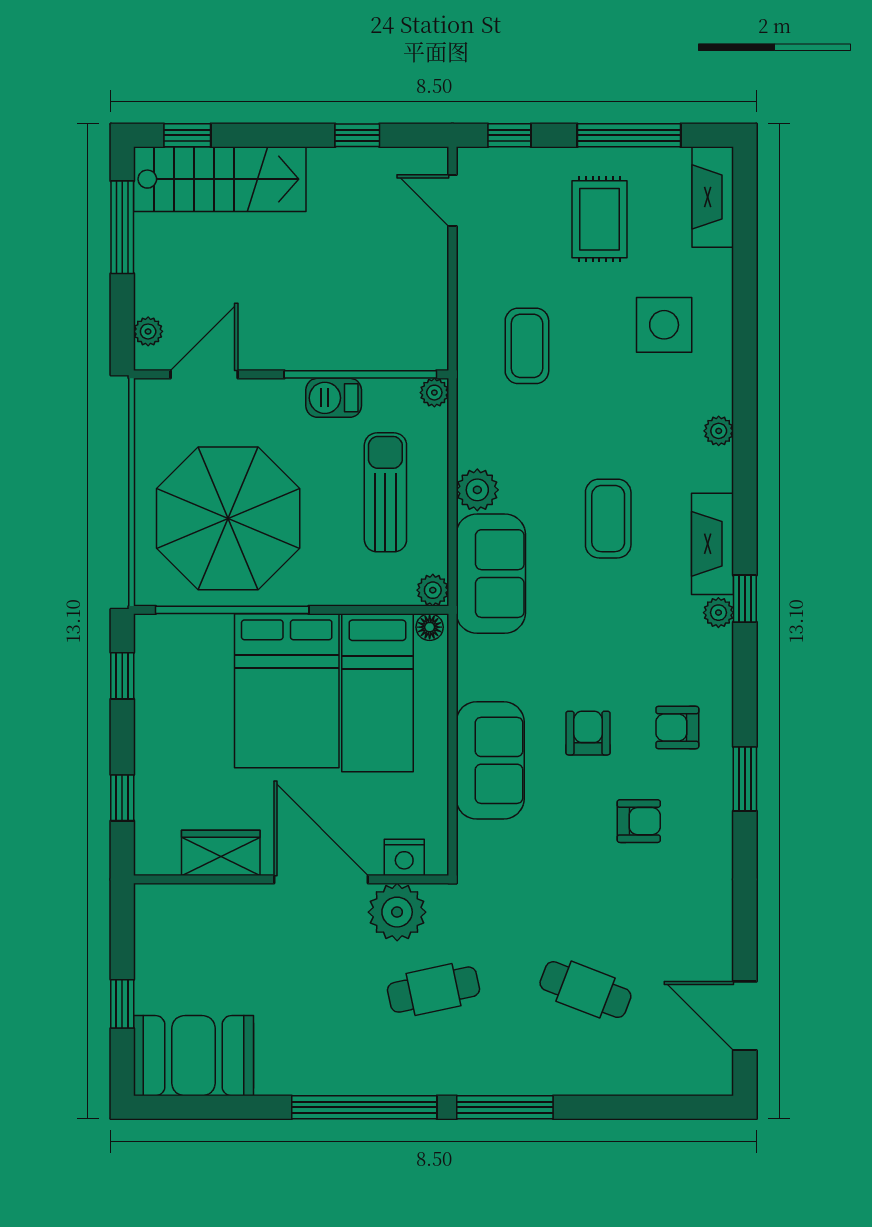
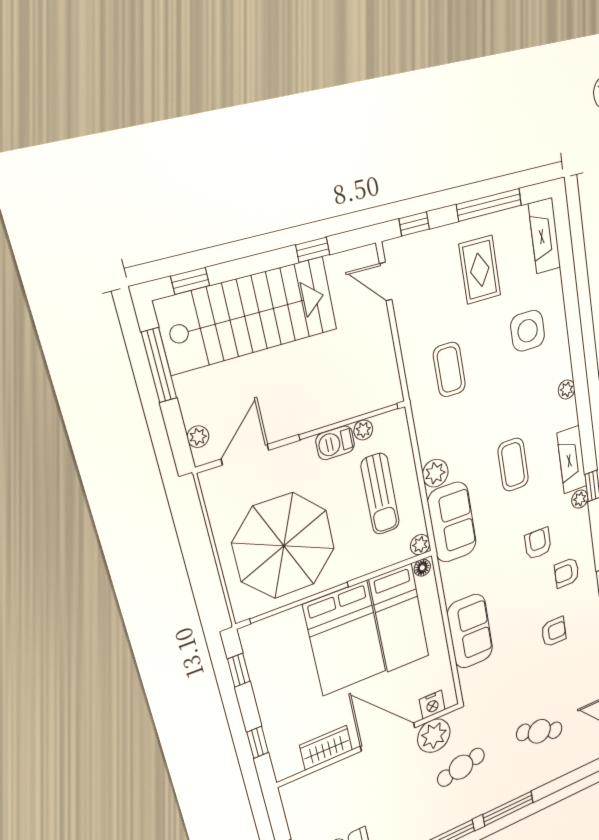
stairs: (220, 179) -> (248, 315), width x1.36, depth x1.51
plant: (434, 393) -> (363, 430), moved
sun lounger: (385, 492) -> (380, 494), turned 180
armchair: (588, 733) -> (538, 544), moved

